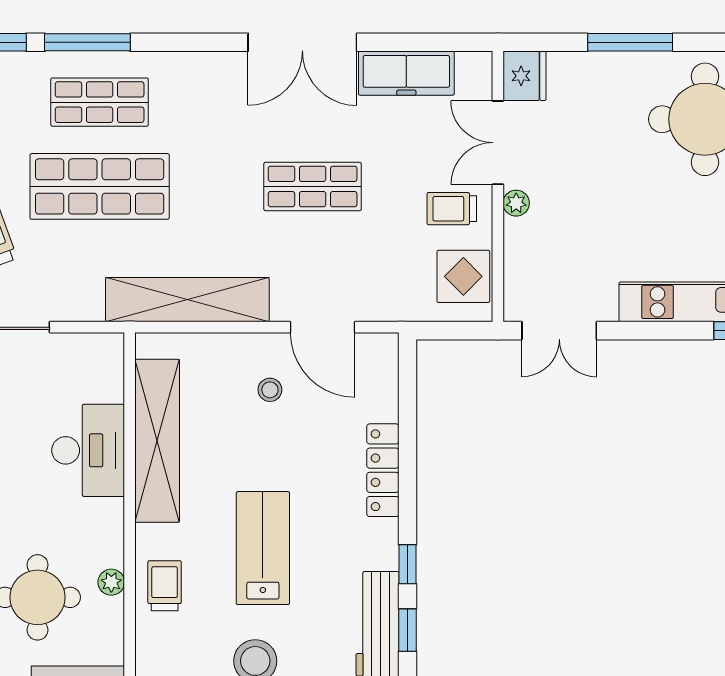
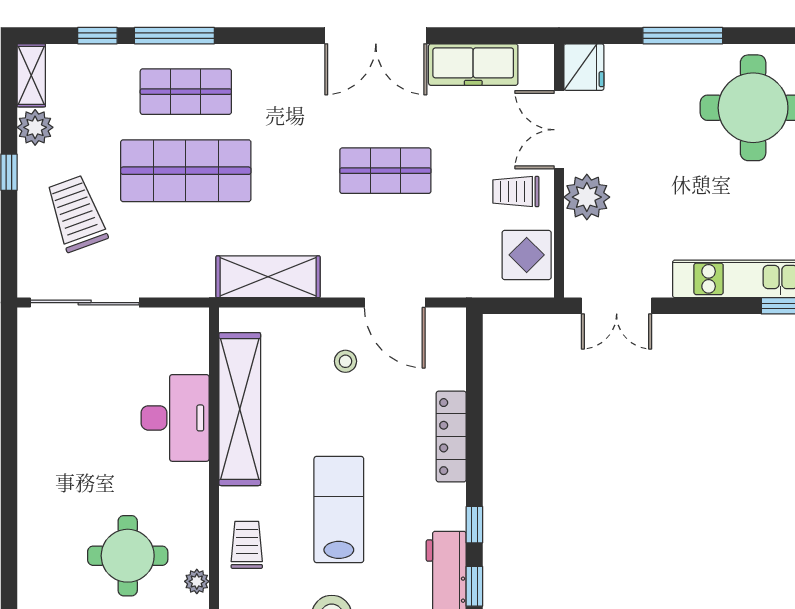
plant: (516, 203) -> (587, 197), width x1.88, depth x1.88
shelving: (187, 300) -> (268, 277), width x0.68
plant: (111, 582) -> (197, 581), moved

